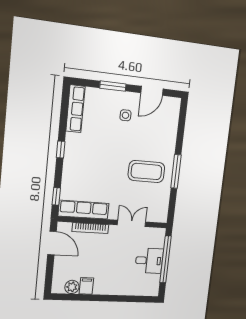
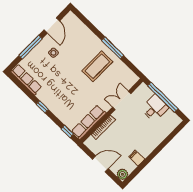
window: (113, 86) -> (31, 47), width x1.44
door: (52, 243) -> (100, 164), moved
plant: (72, 287) -> (122, 174), moved

